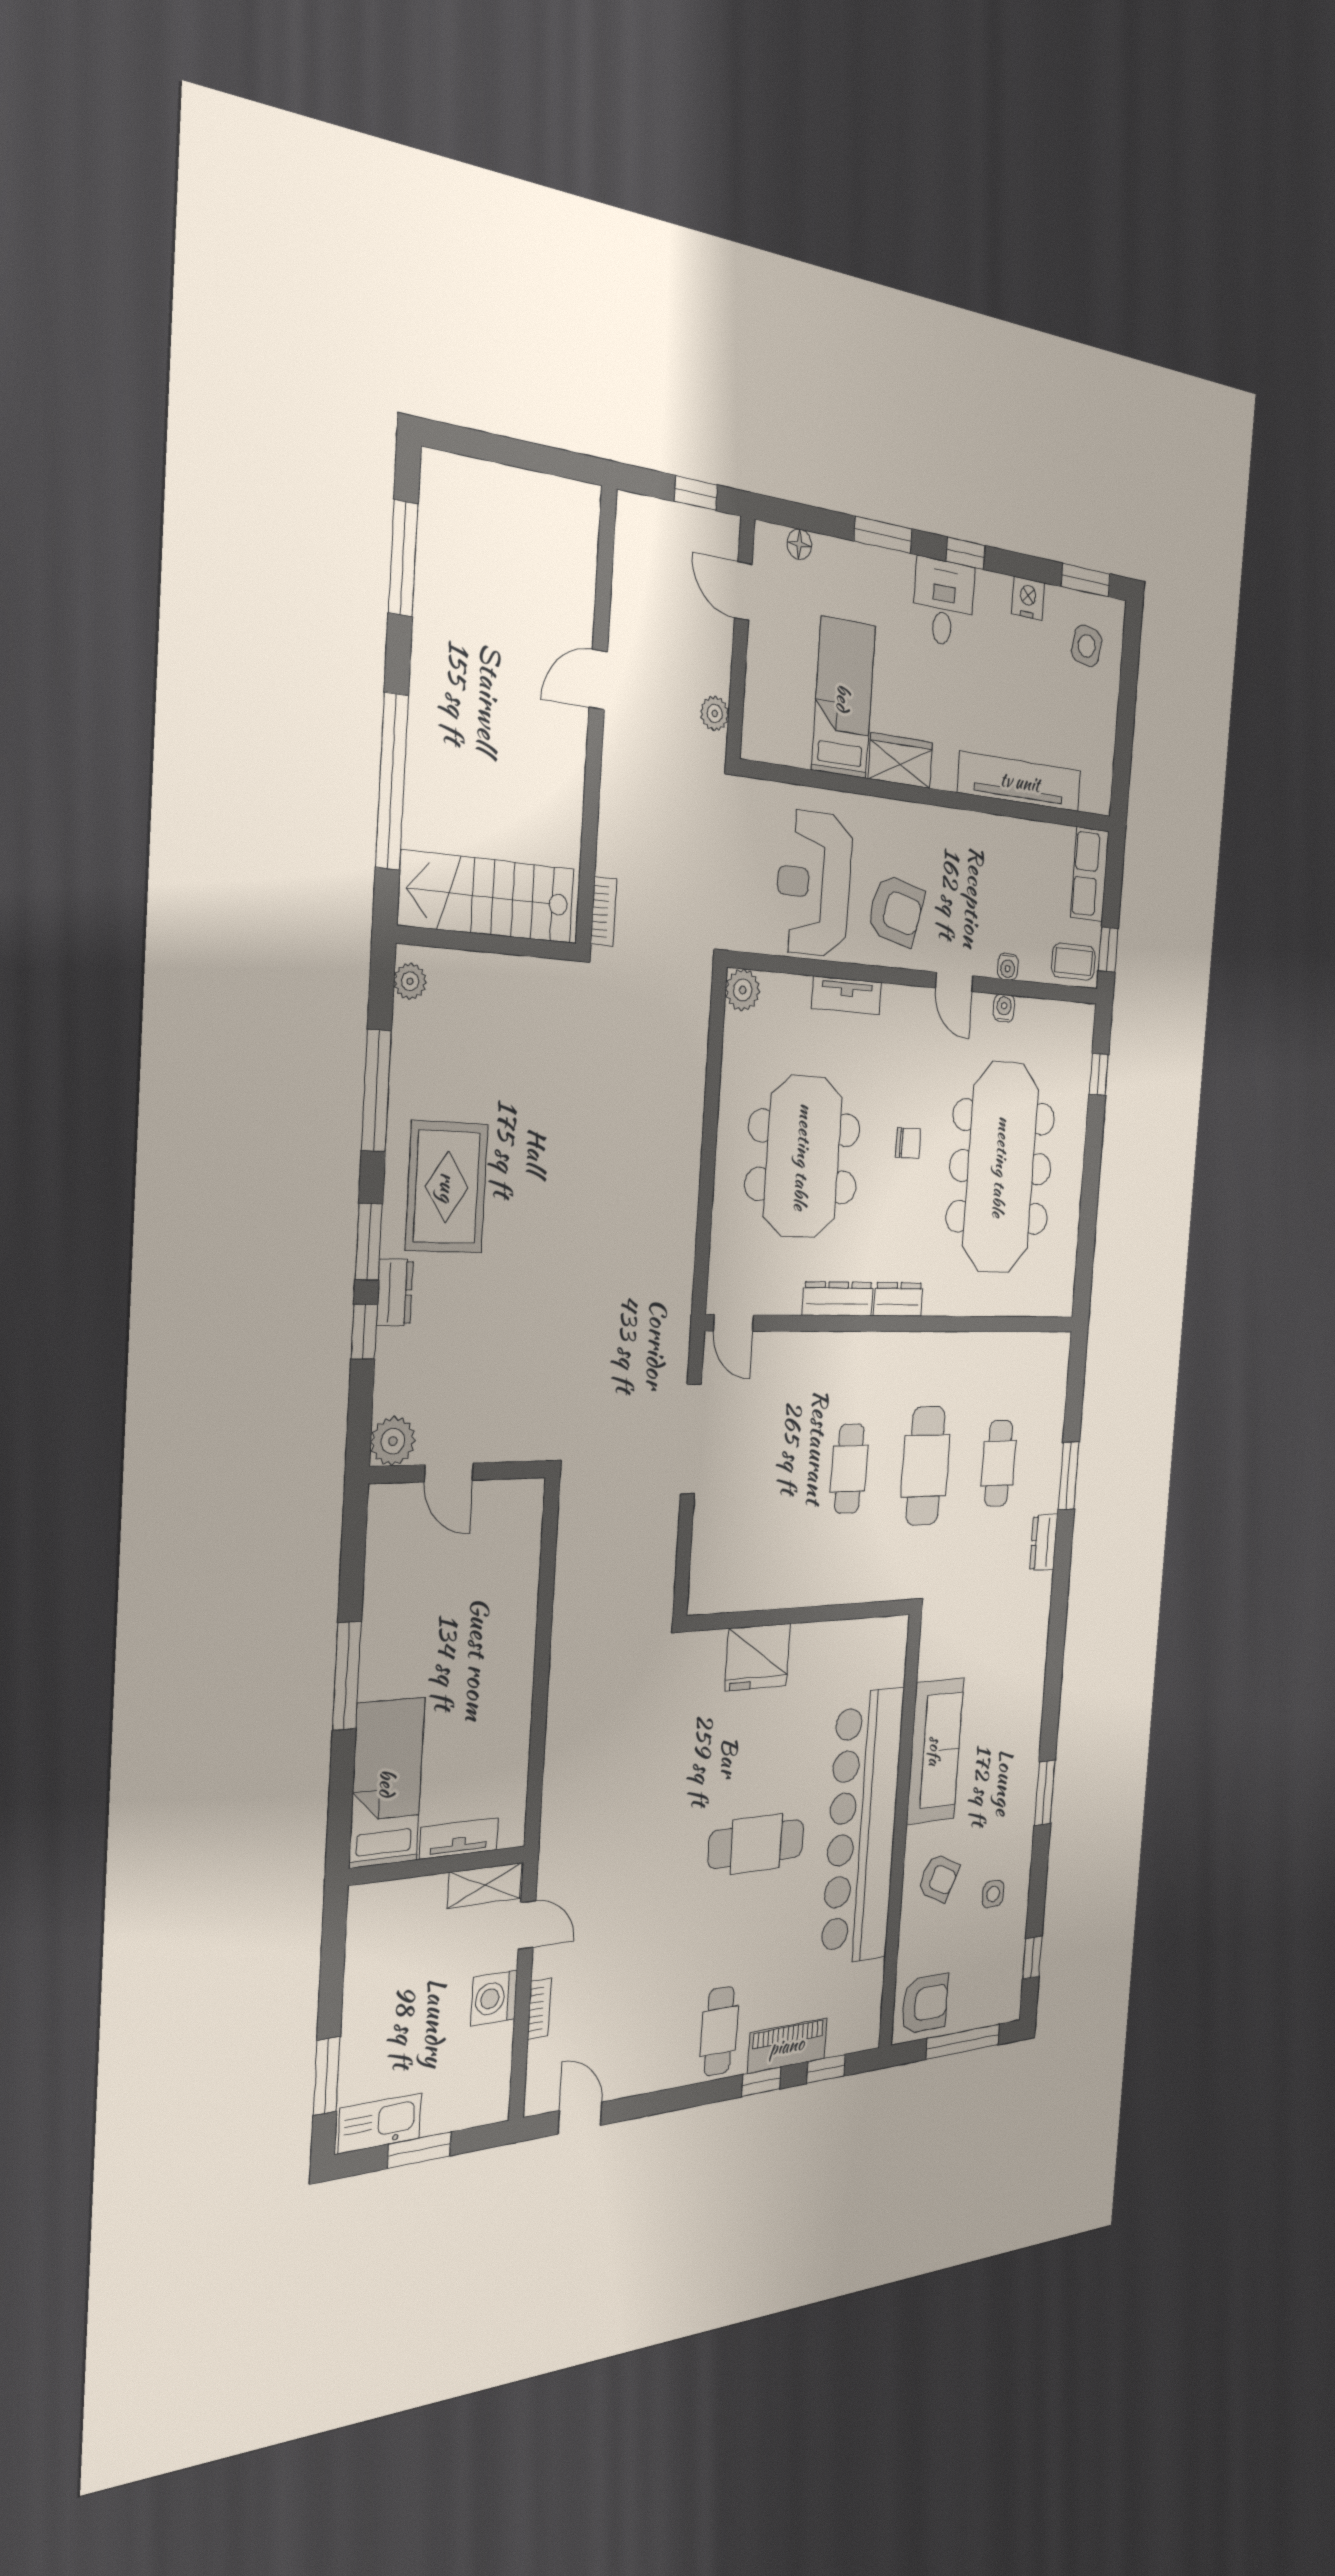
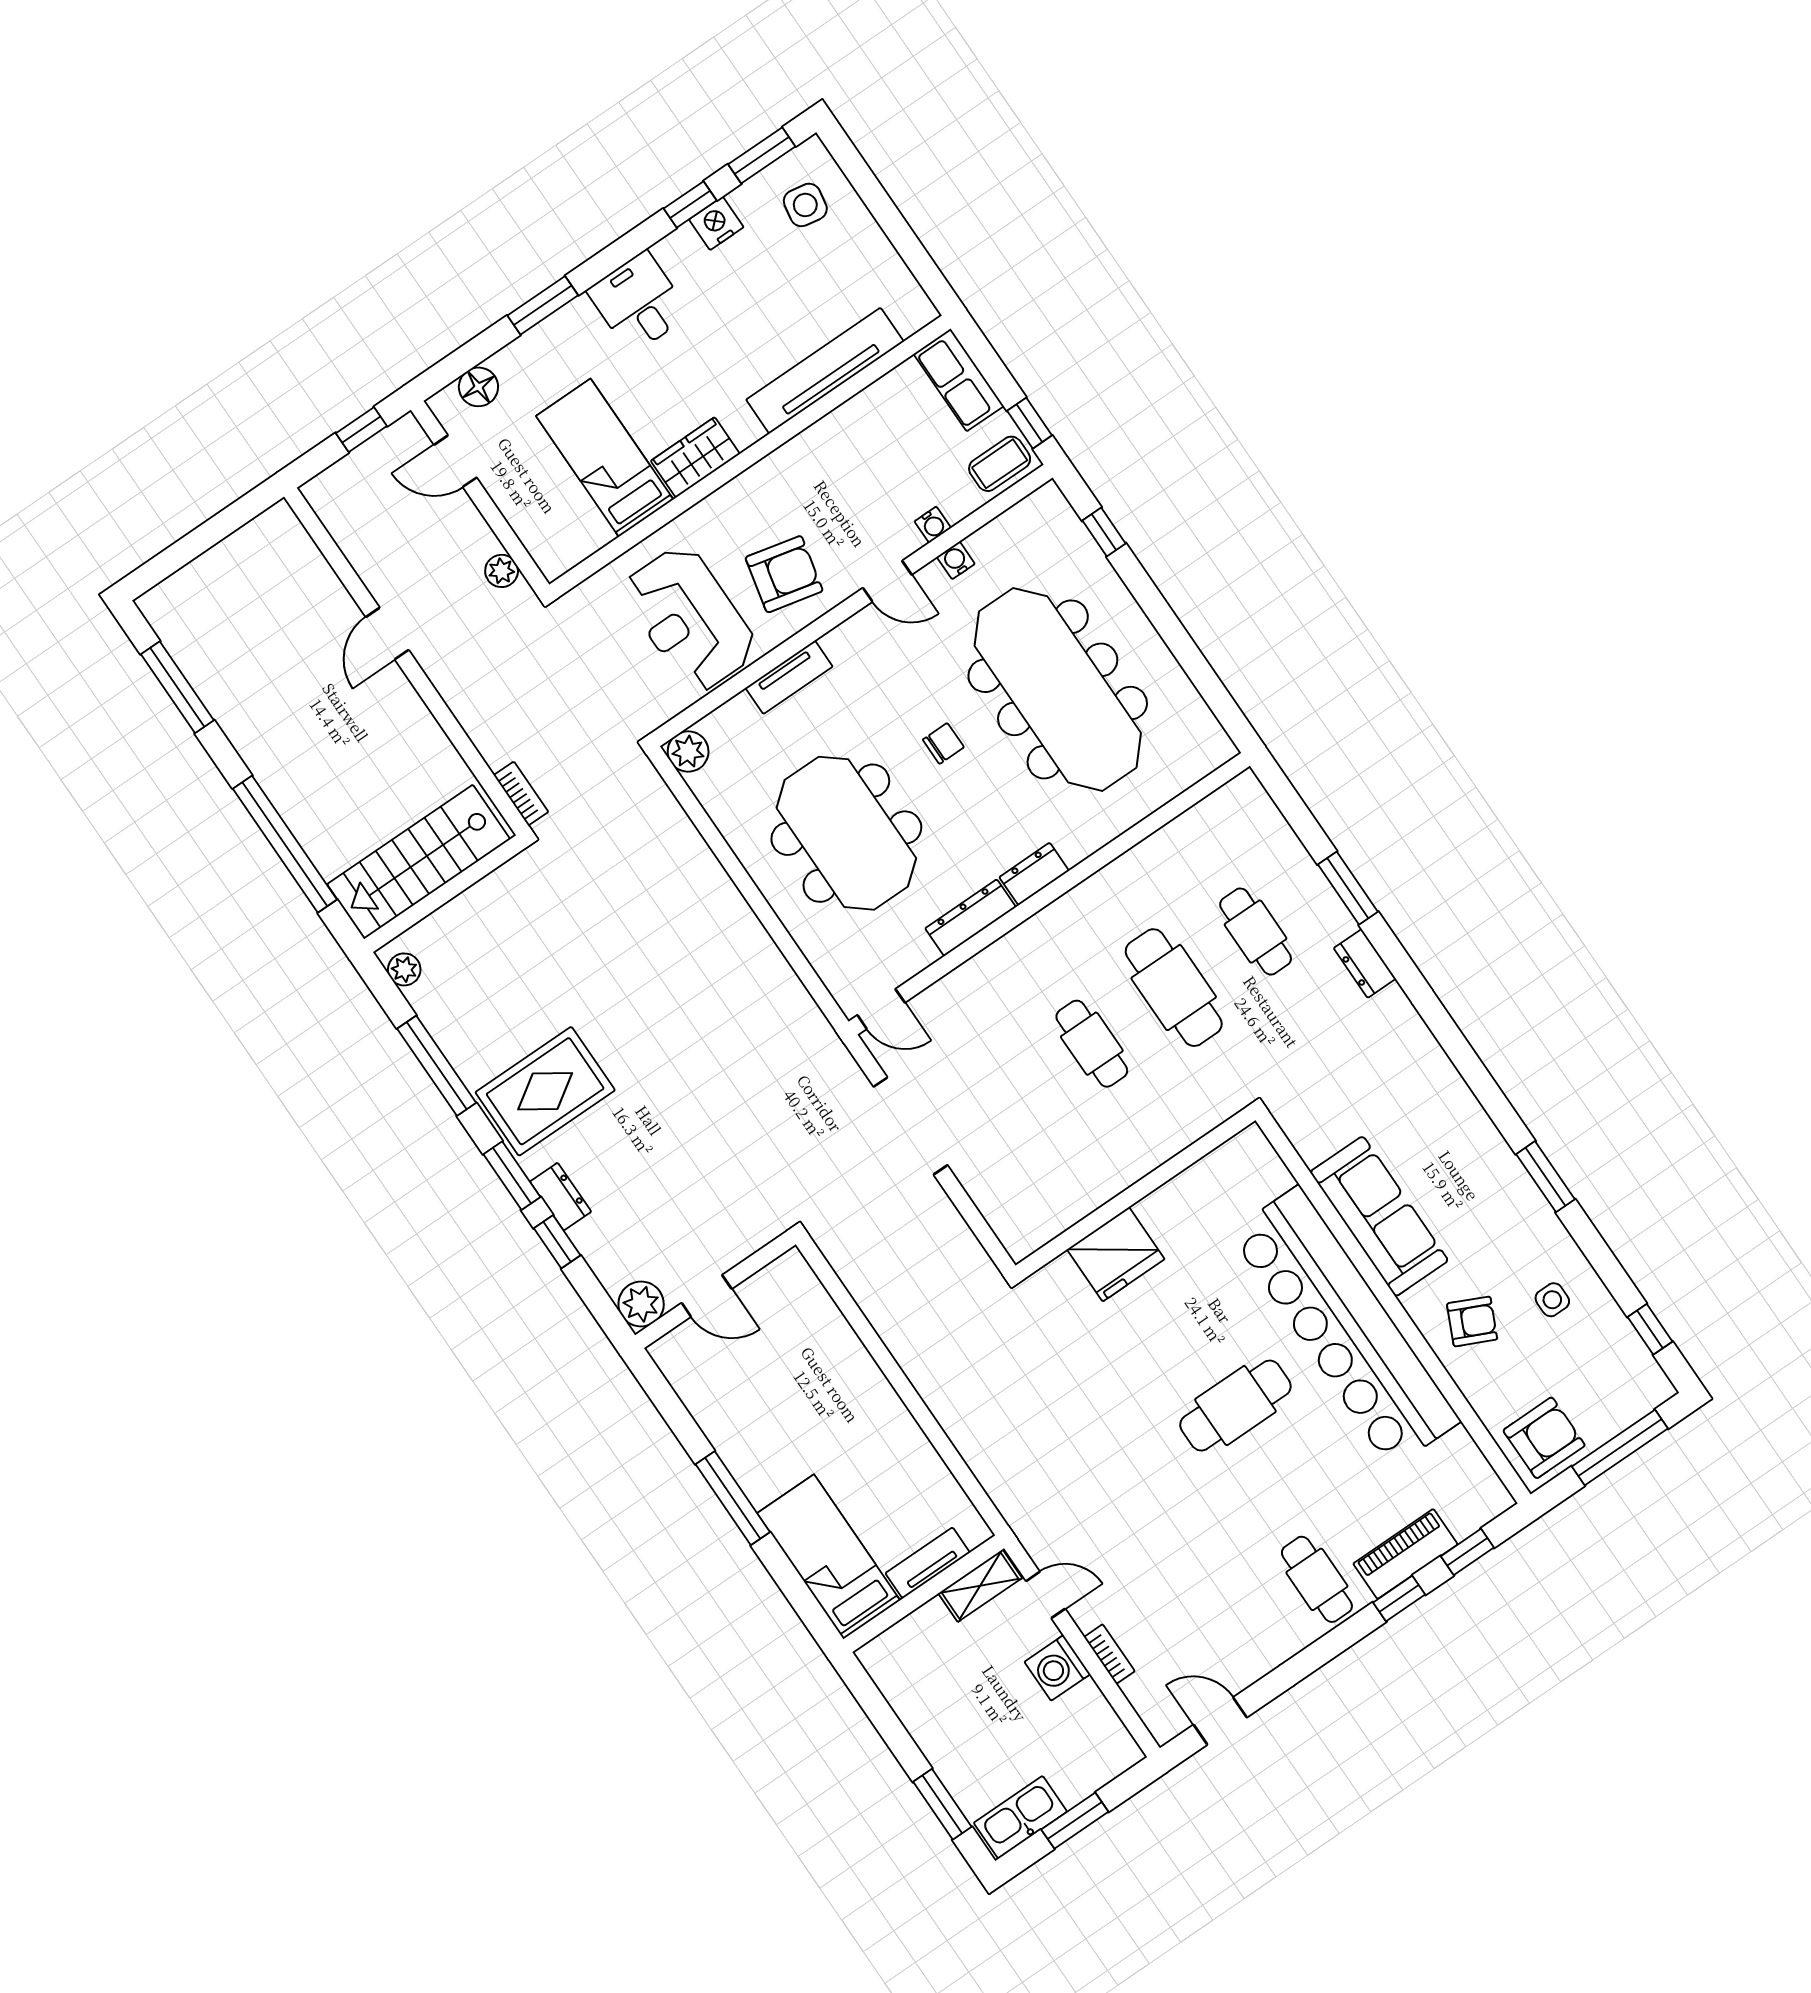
floor lamp: (799, 544) -> (478, 387), width x1.37, depth x1.37
window: (966, 553) -> (690, 204), moved
rug: (447, 1187) -> (545, 1091), turned 90

